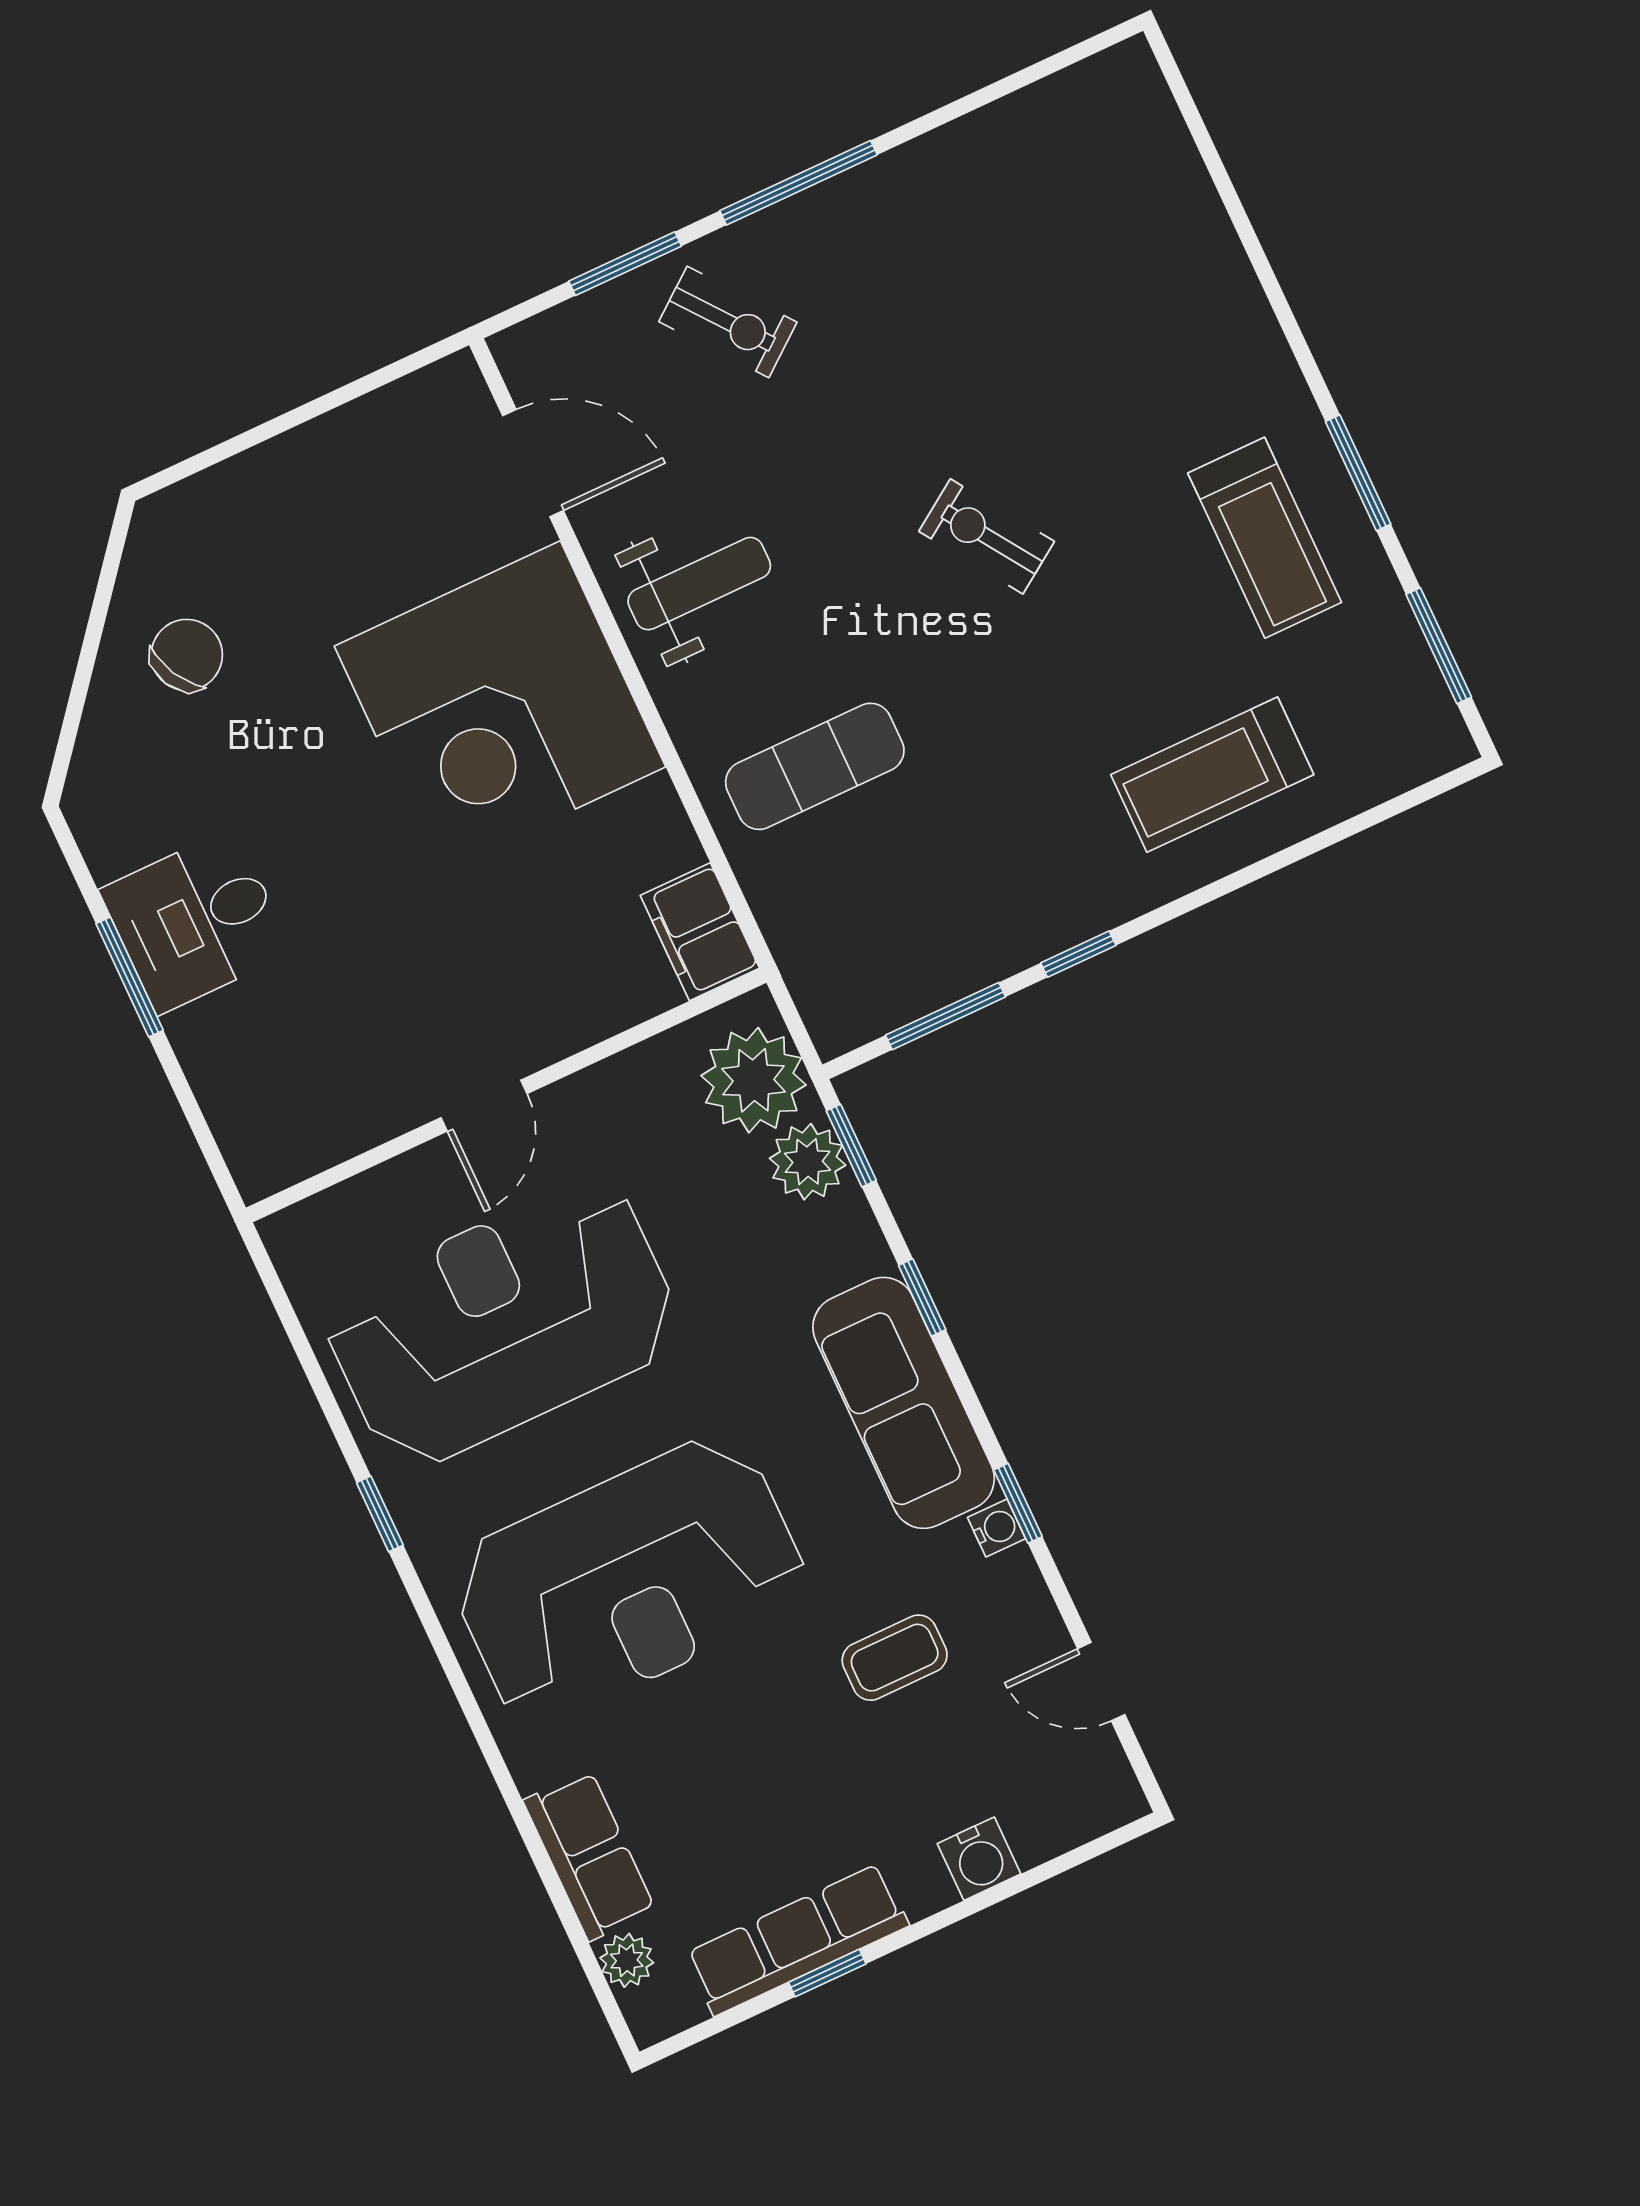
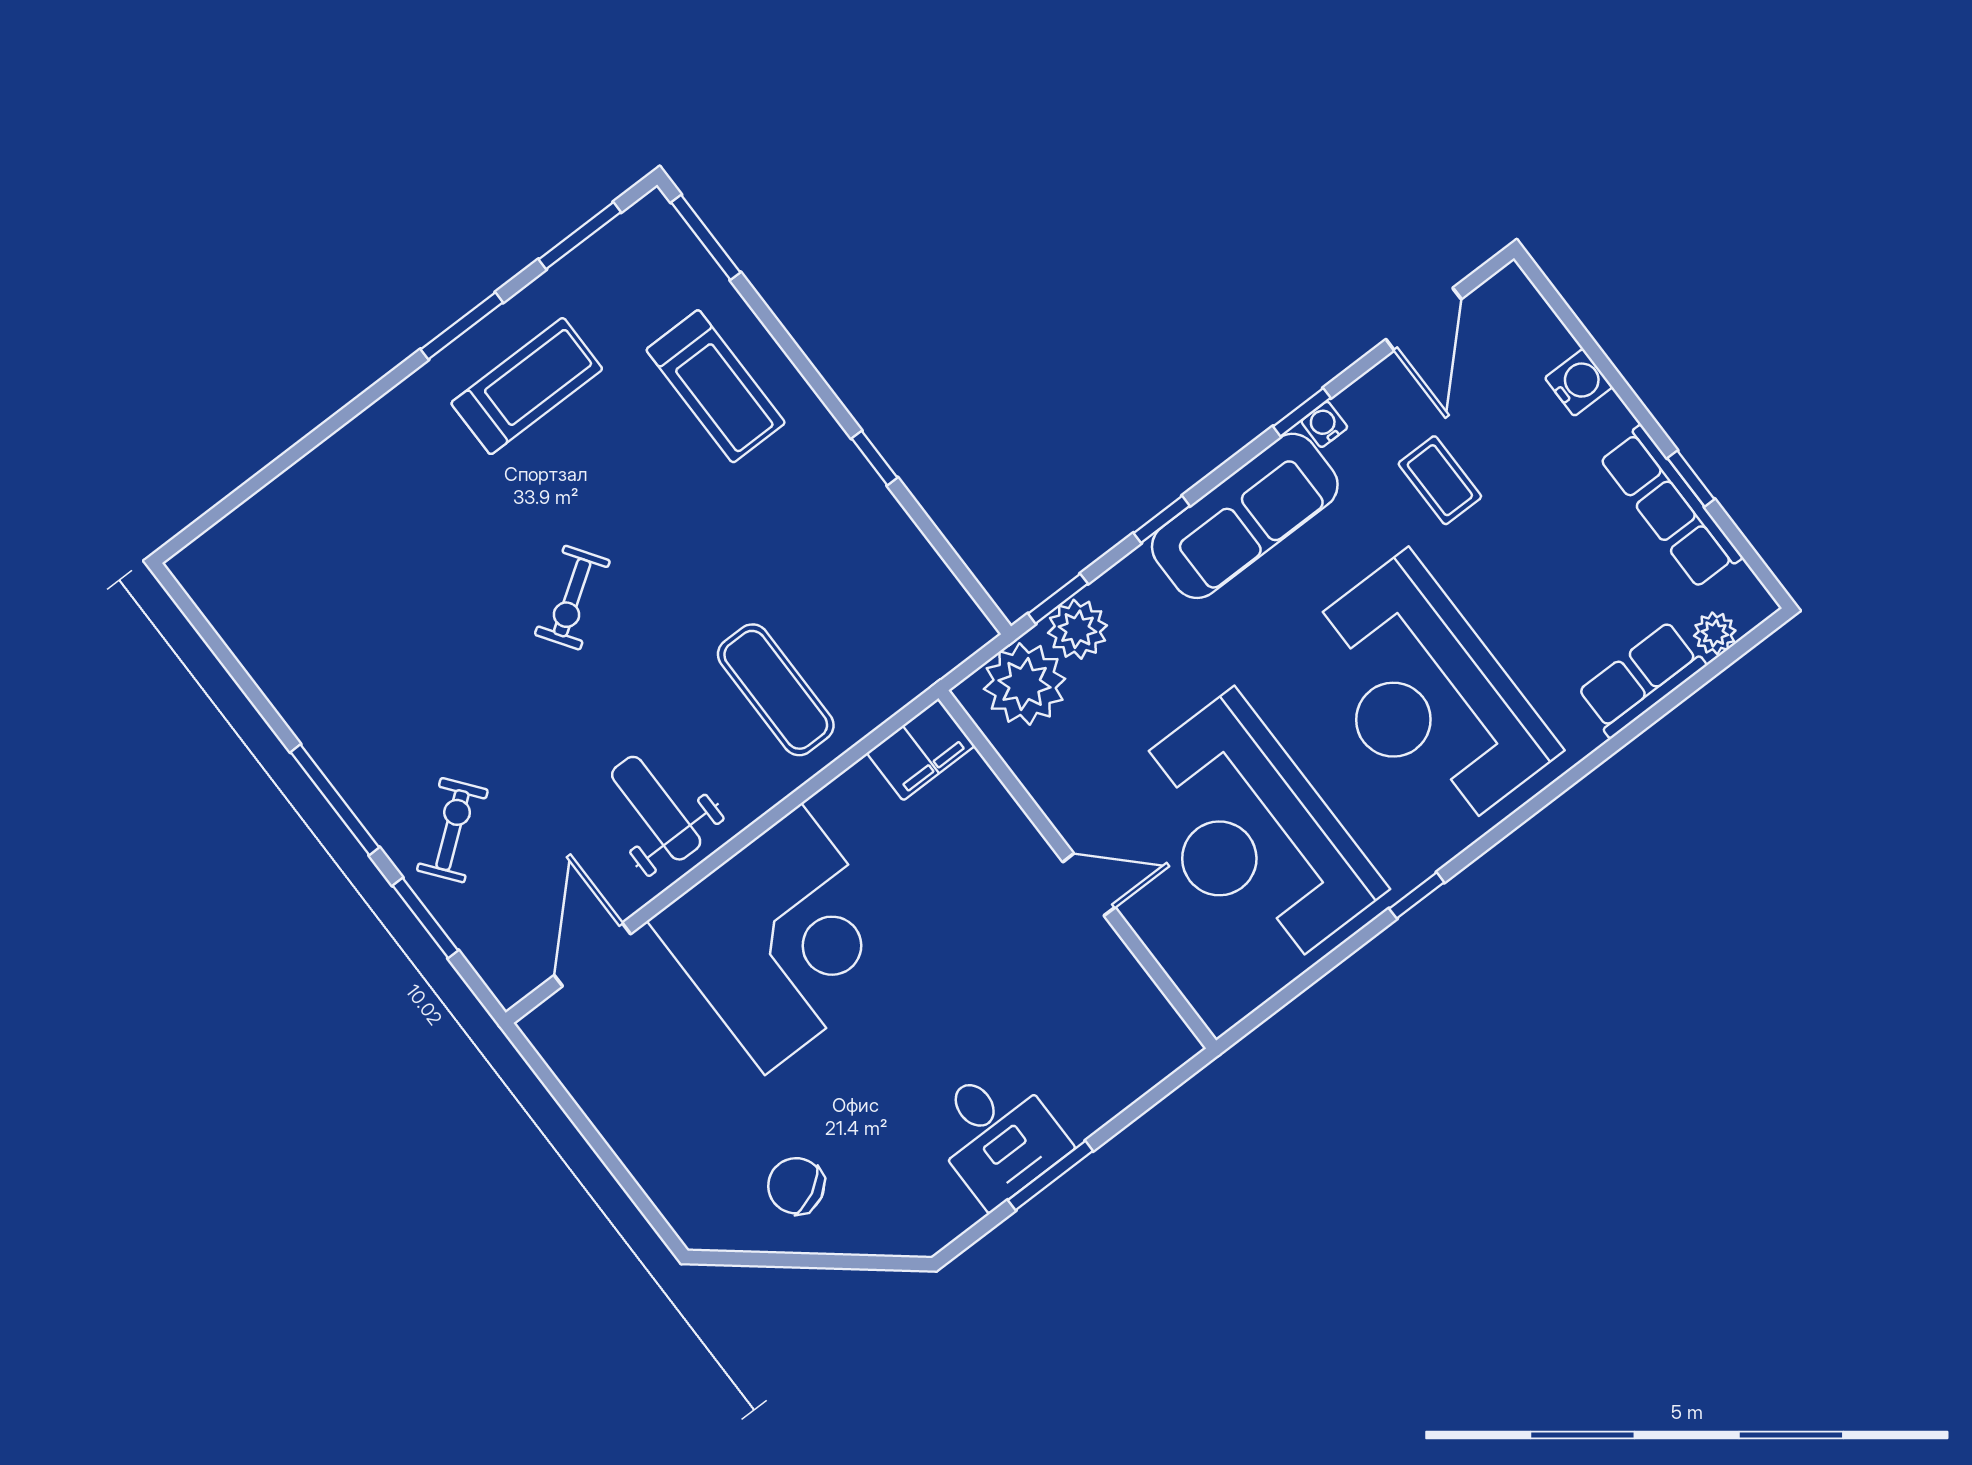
window: (946, 1016) -> (706, 237), moved
reception desk: (629, 1580) -> (1425, 695), turned 180
door: (1101, 1682) -> (1424, 319), width x1.38

